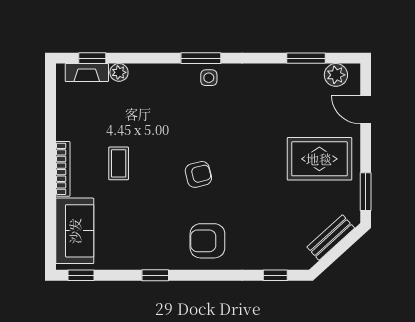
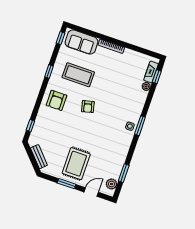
coffee table: (119, 163) -> (78, 75), moved, width x1.86, depth x1.72
window: (366, 192) -> (67, 184), moved
armchair: (207, 241) -> (56, 100), turned 180

